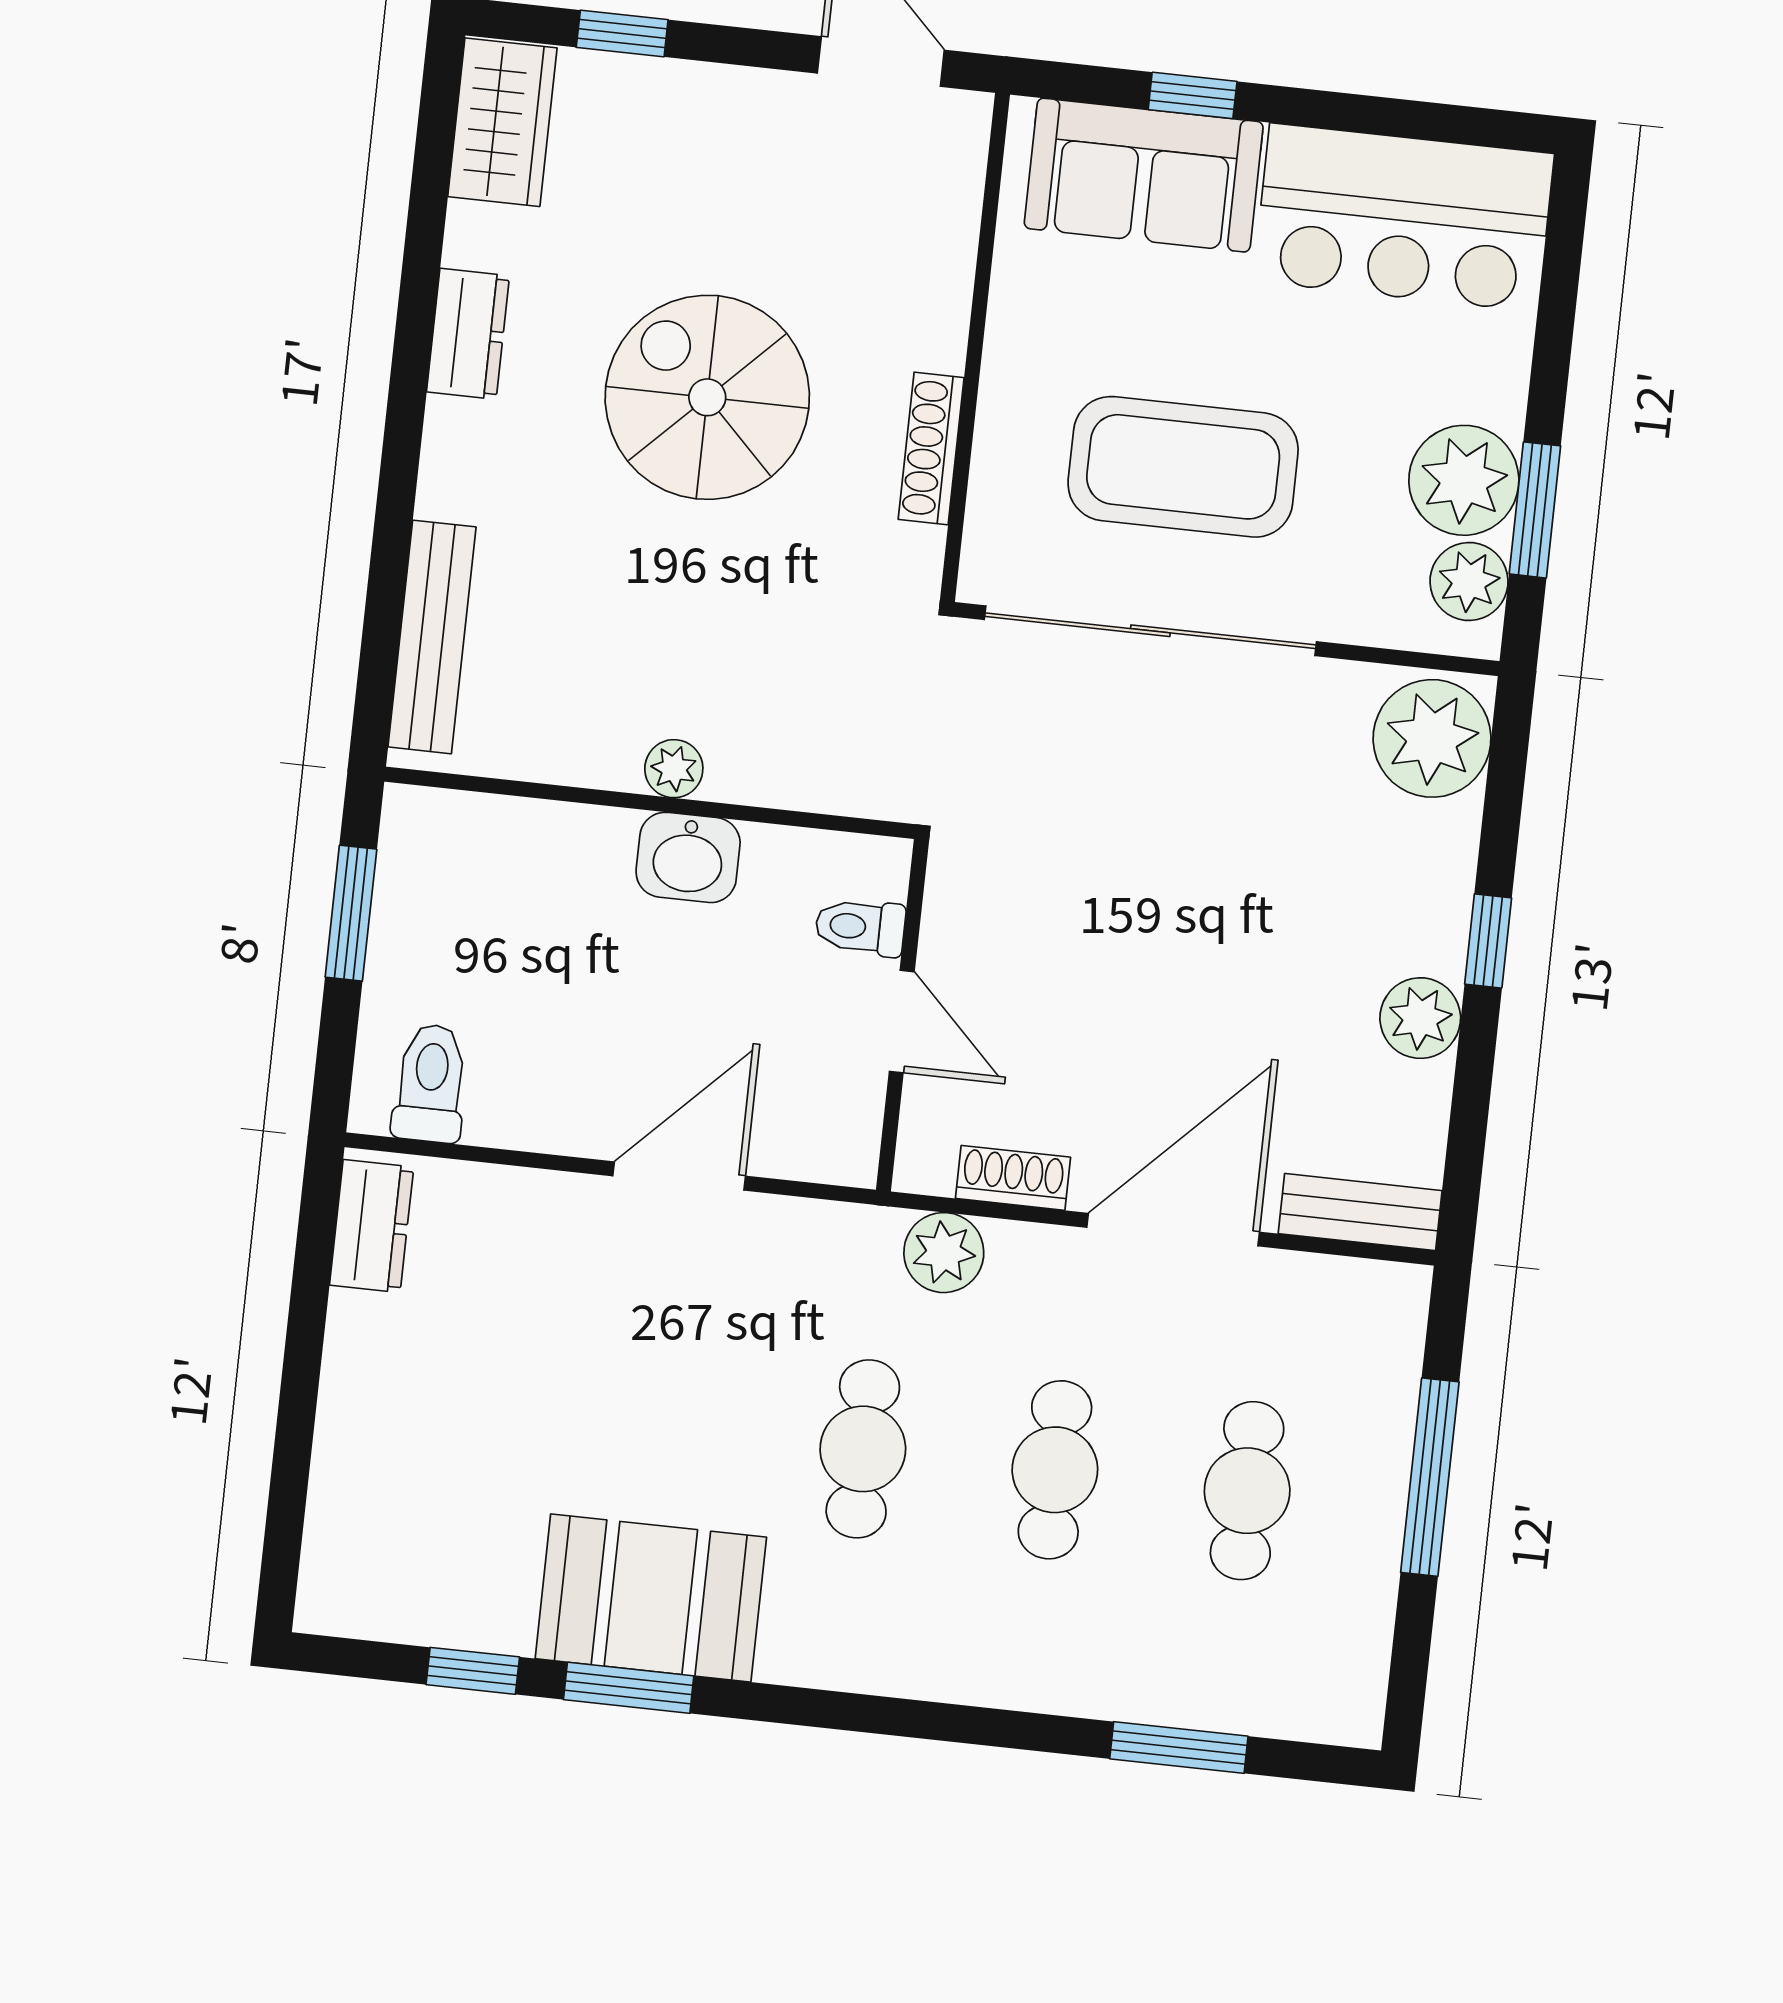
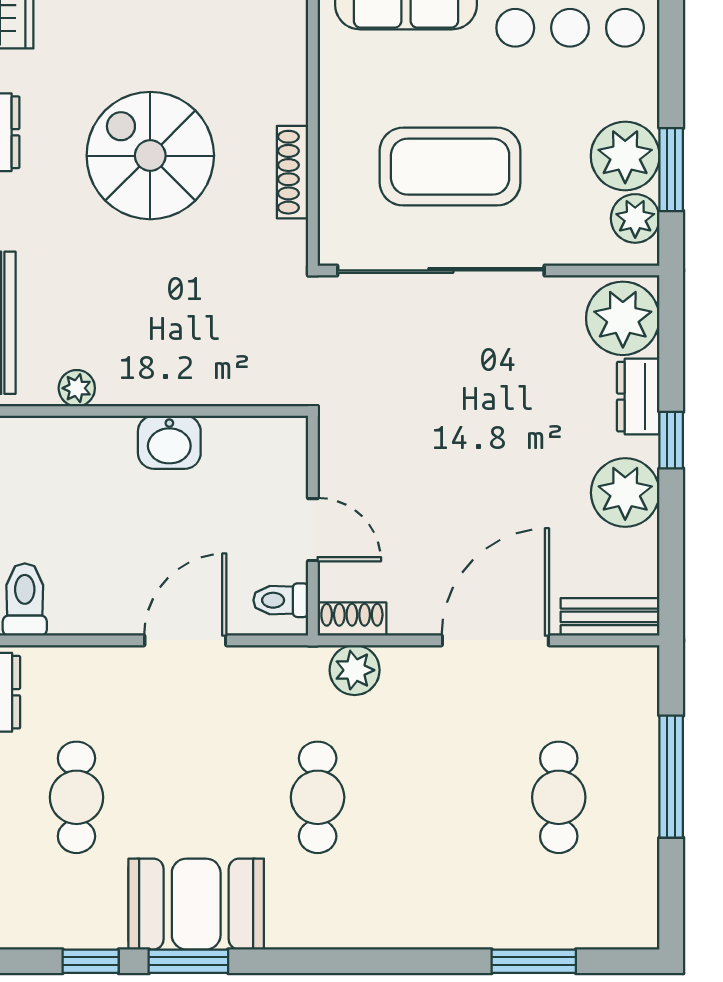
plant: (674, 769) -> (77, 388), moved
dresser: (1443, 866) -> (638, 397), added
toilet: (860, 927) -> (281, 600), moved
plant: (1420, 1018) -> (625, 493), width x1.36, depth x1.36
shoe rack: (1013, 1178) -> (352, 619), moved
cafe table: (1055, 1470) -> (76, 797), moved

